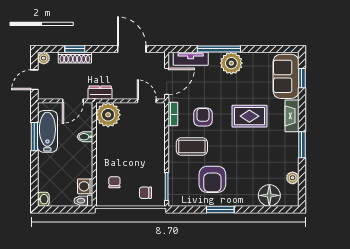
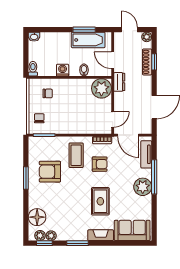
window: (302, 78) -> (44, 243), moved
washing machine: (85, 186) -> (63, 70), moved
plant: (292, 192) -> (40, 235), added

